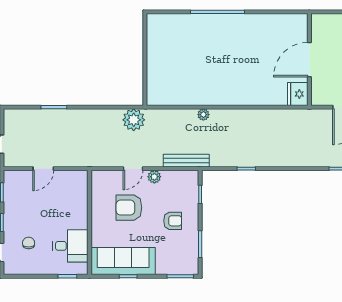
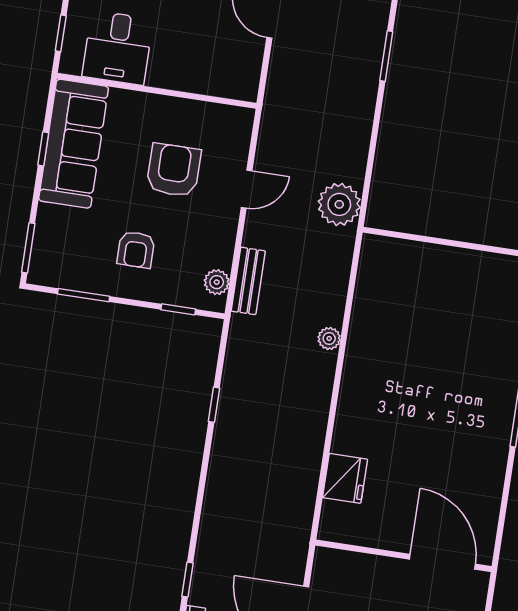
door: (309, 60) -> (442, 562), moved
fridge: (298, 94) -> (345, 478), moved, turned 90
bench: (186, 161) -> (248, 281), width x0.73
door: (133, 169) -> (247, 189), swing flipped
plant: (154, 177) -> (217, 282), moved

